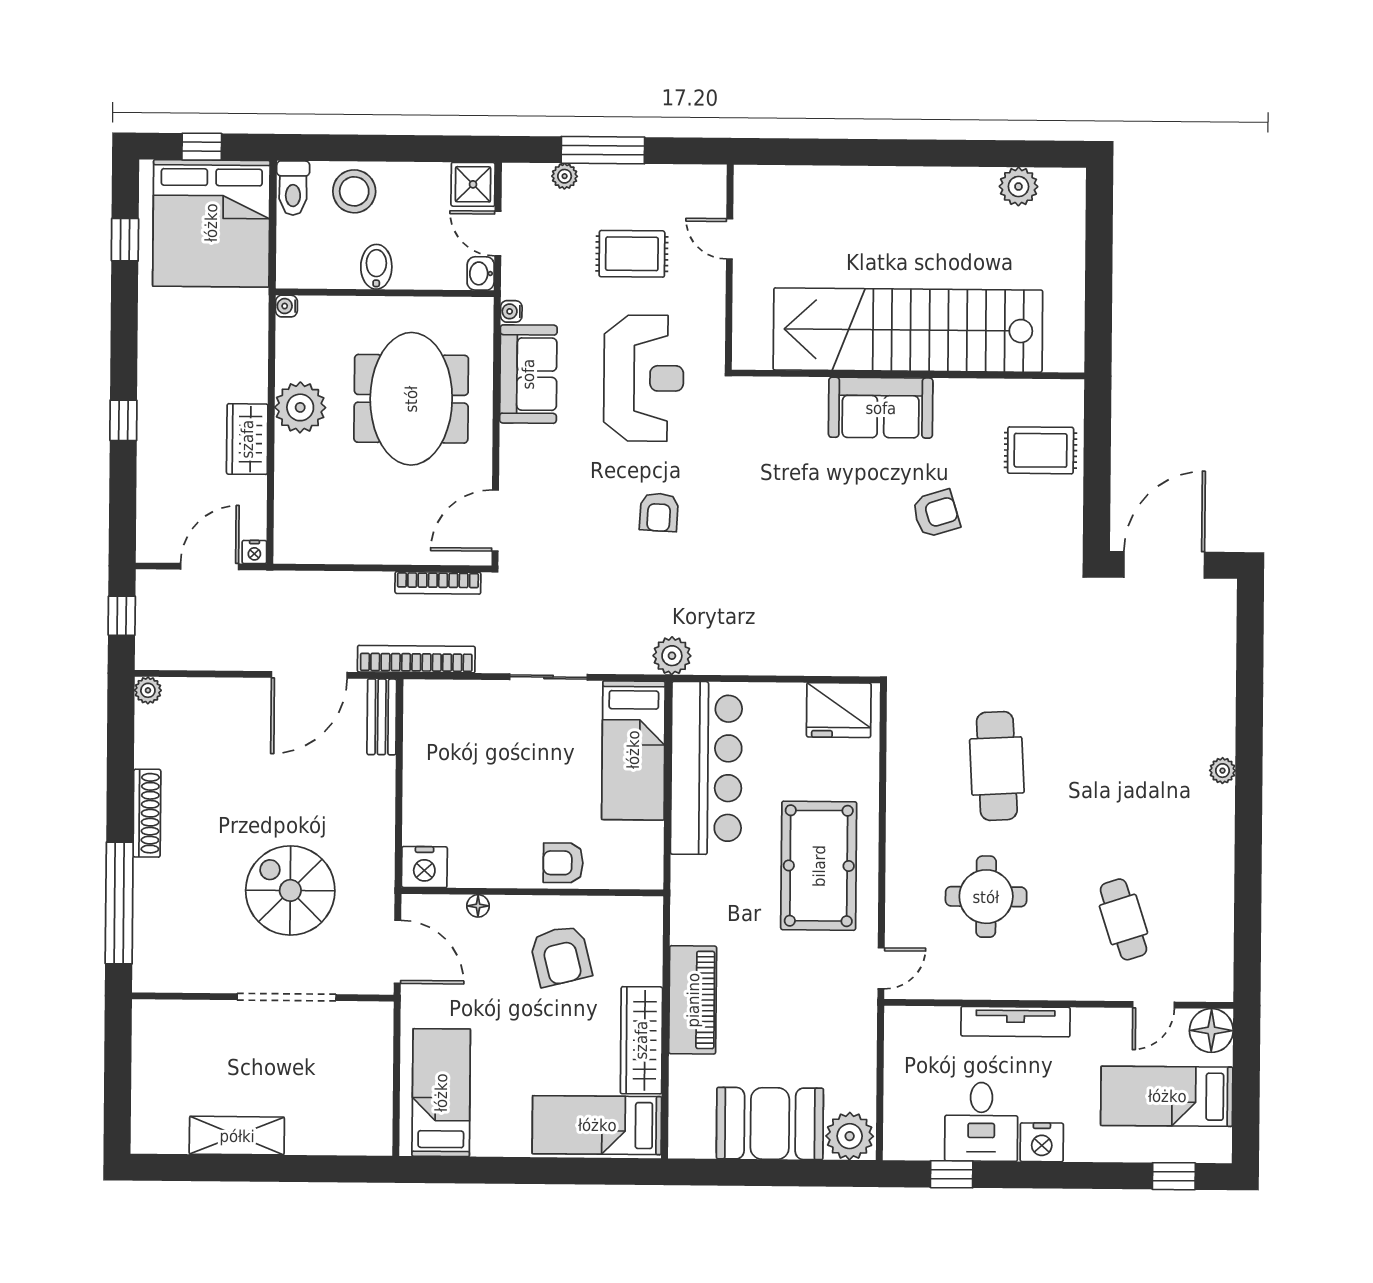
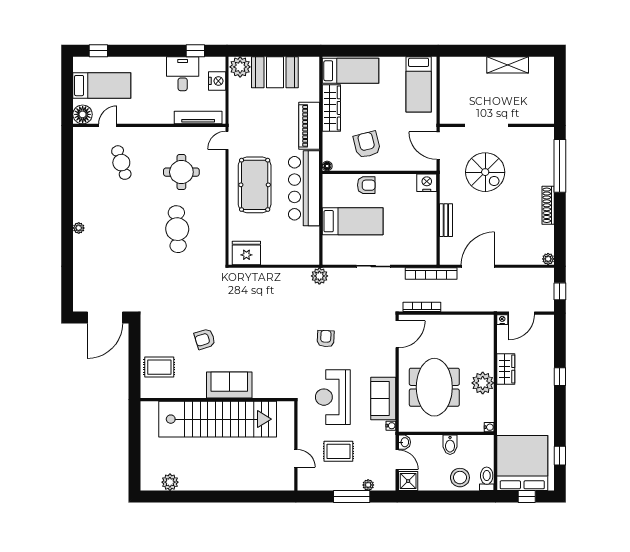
bench: (382, 717) -> (446, 220), moved
bed: (633, 750) -> (353, 221), moved, turned 90
bar counter: (706, 768) -> (304, 188), moved
floor lamp: (478, 906) -> (327, 166), moved
tv unit: (1016, 1022) -> (198, 118), moved
nightstand: (1042, 1142) -> (217, 81), moved, turned 90

